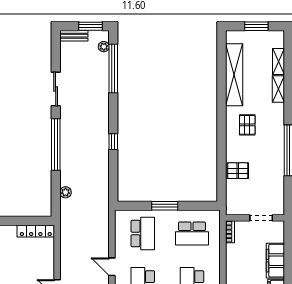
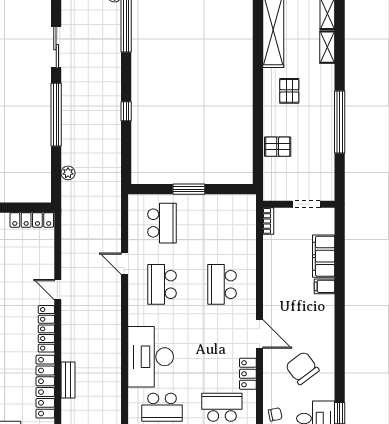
school desk: (192, 233) -> (222, 223), removed

